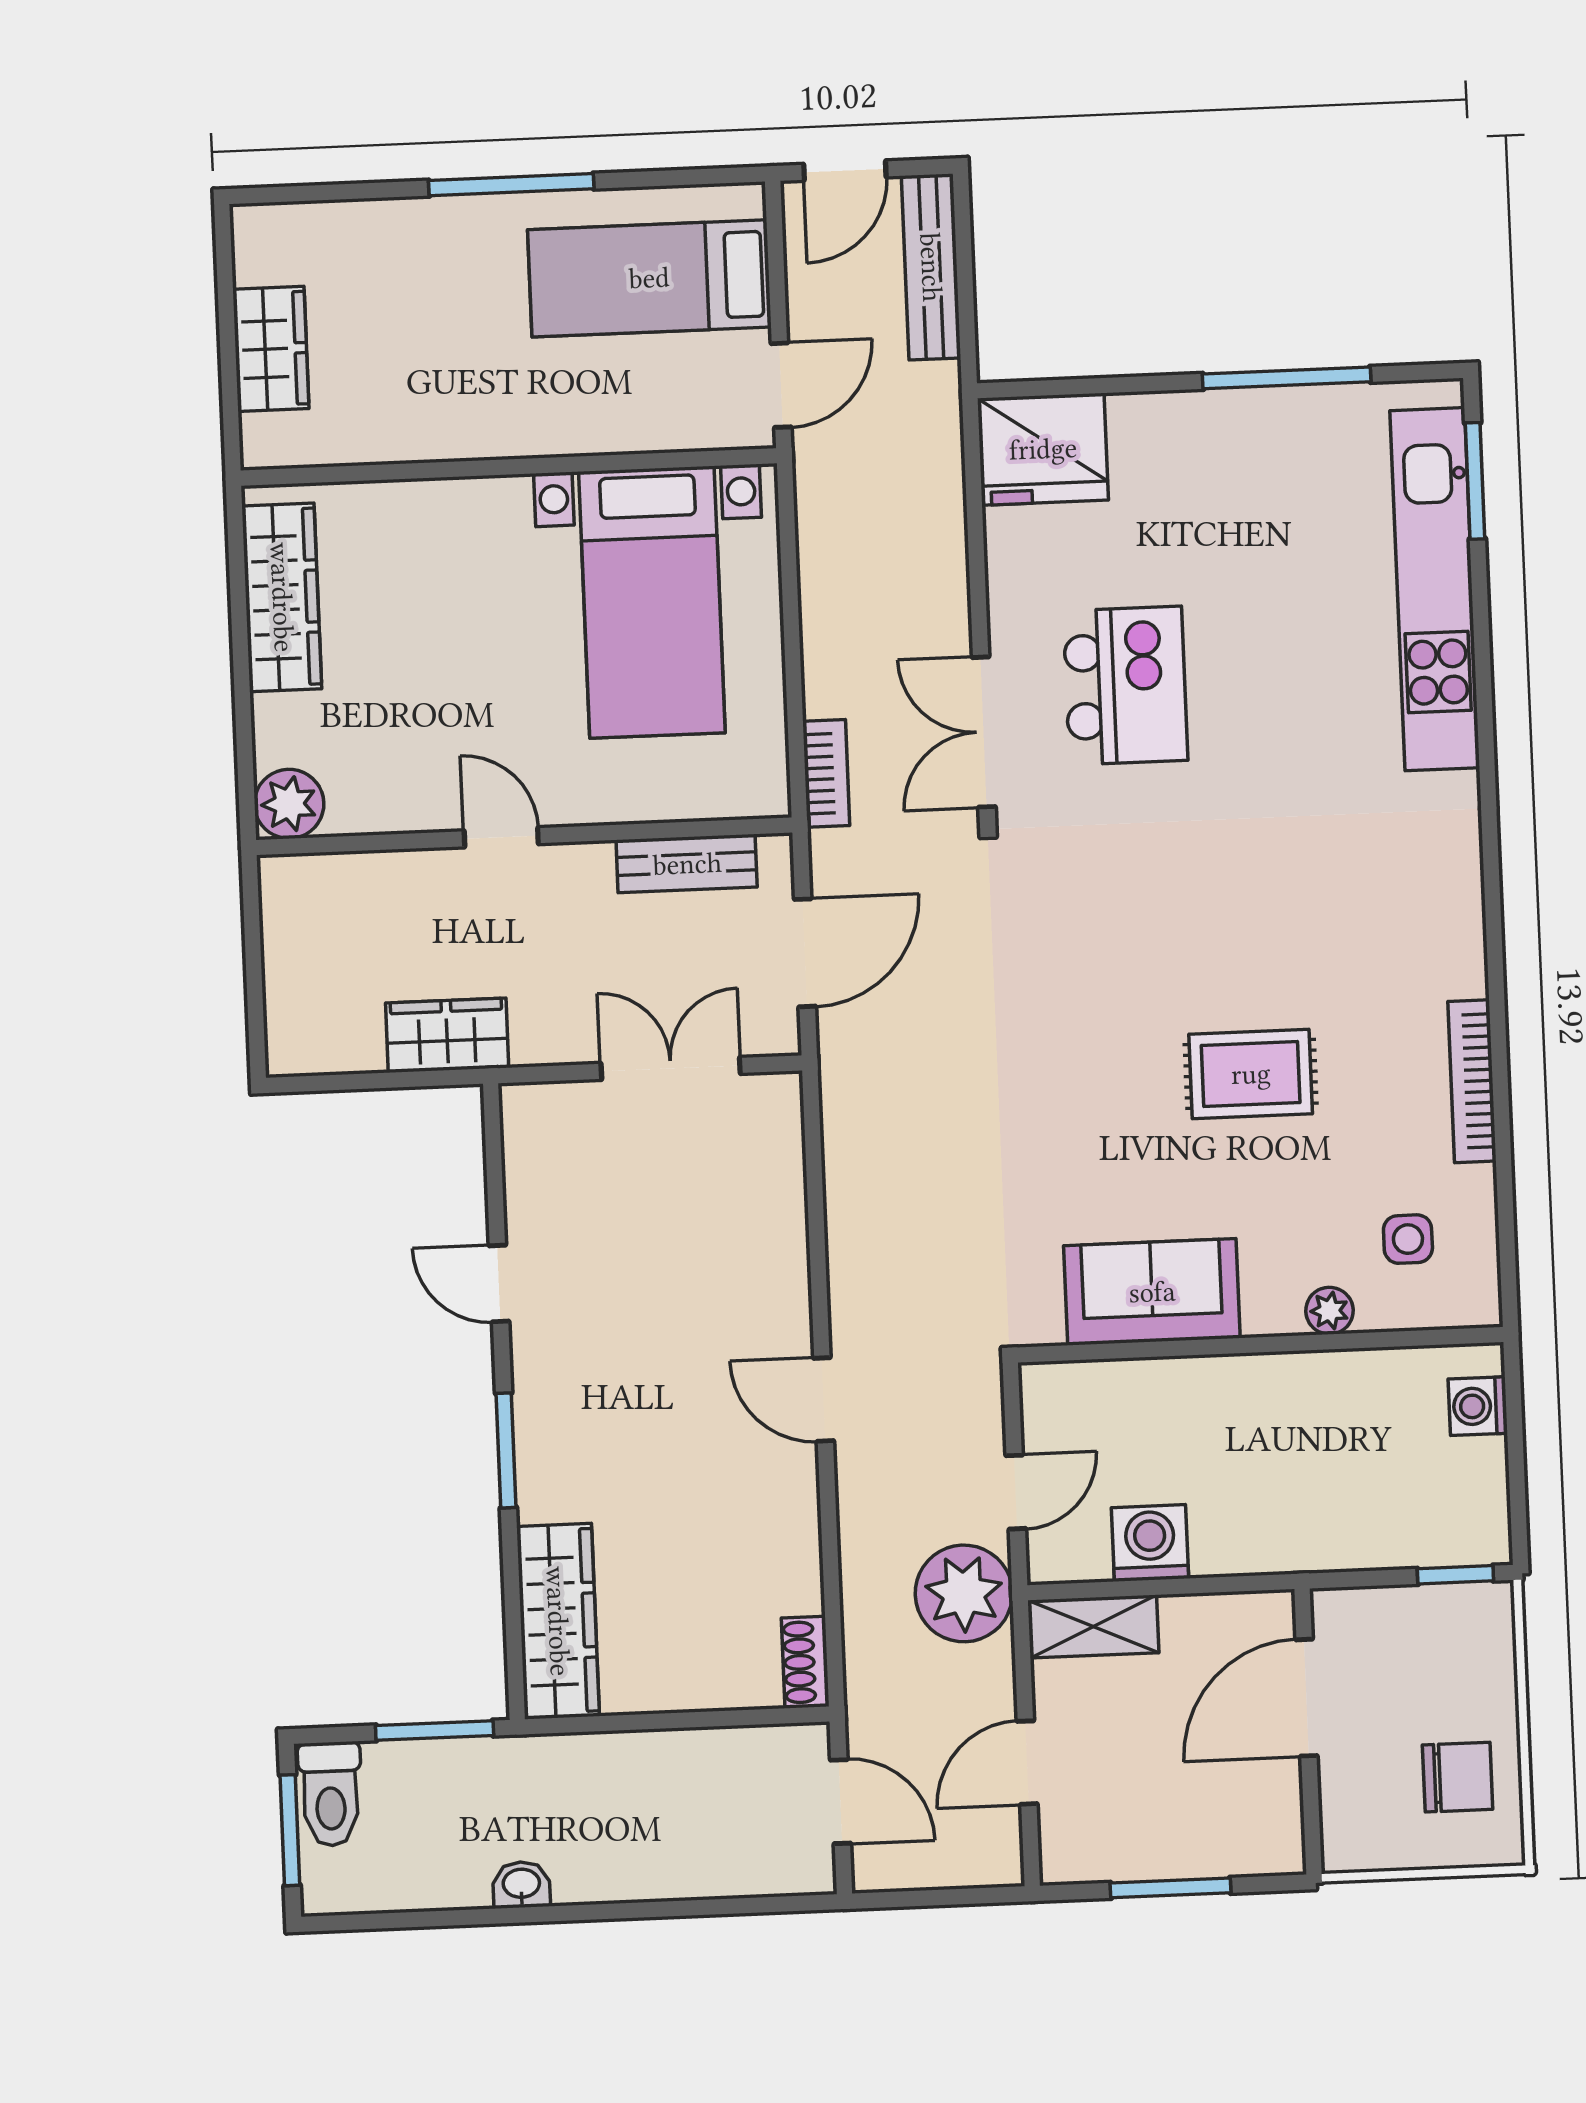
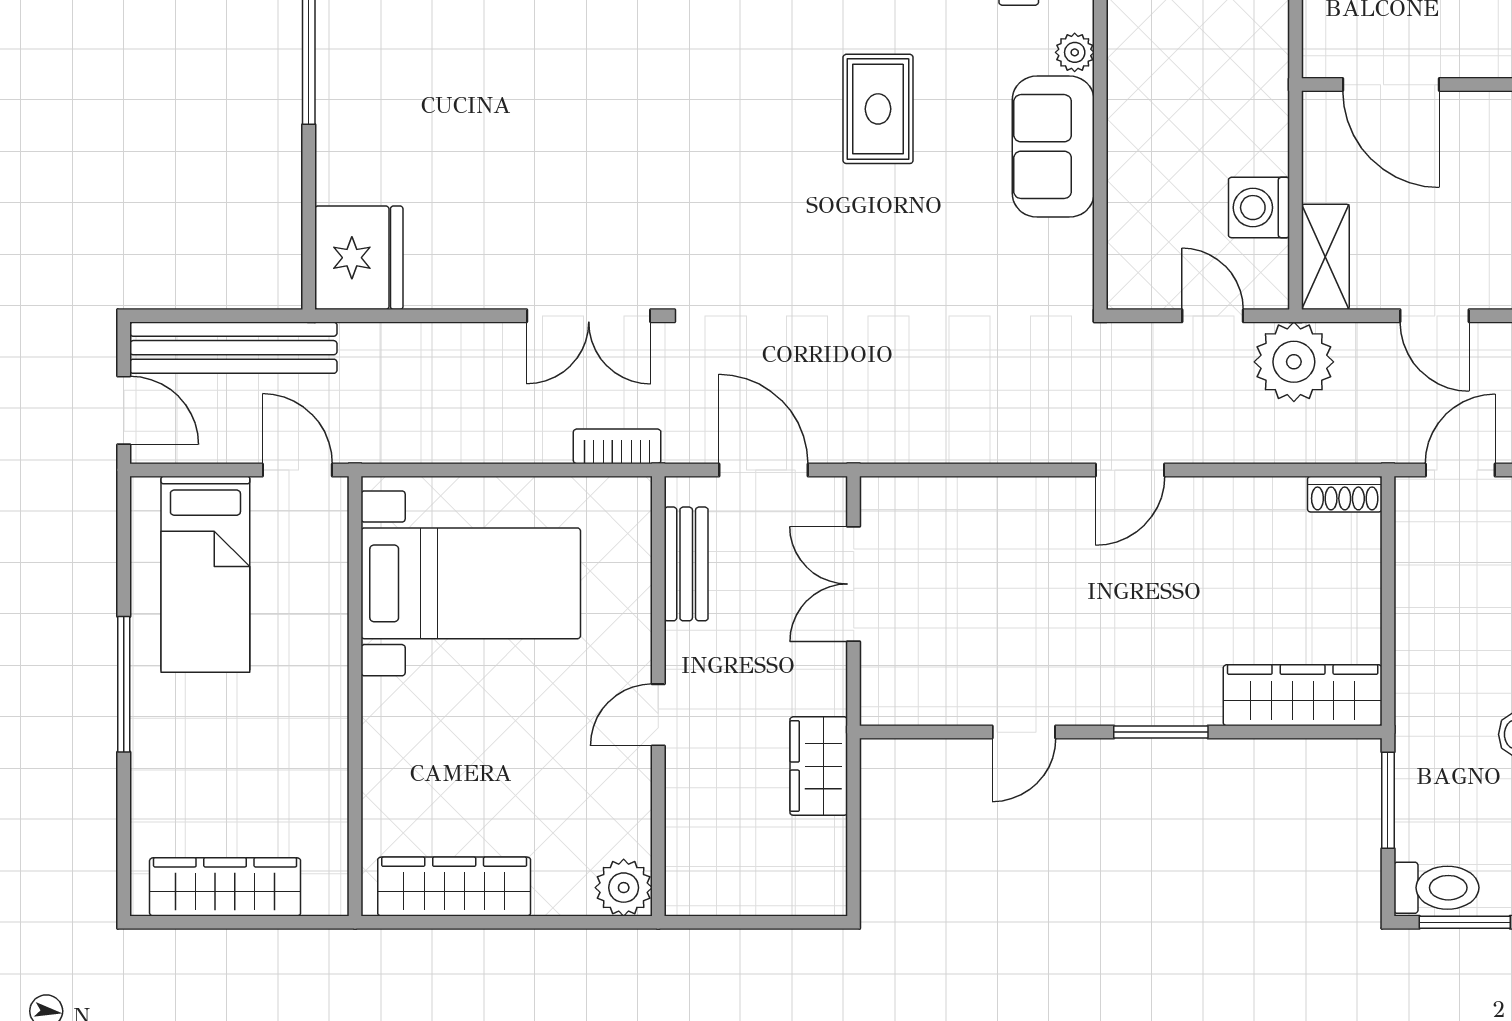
bench: (931, 267) -> (233, 348), width x1.37, depth x1.21
wardrobe: (271, 349) -> (225, 887), width x1.50
kitchen island: (1125, 686) -> (555, 198), removed
sofa: (1152, 1292) -> (1053, 147), moved

